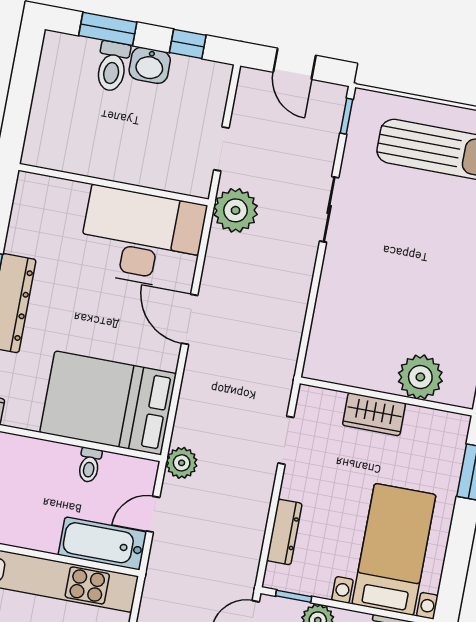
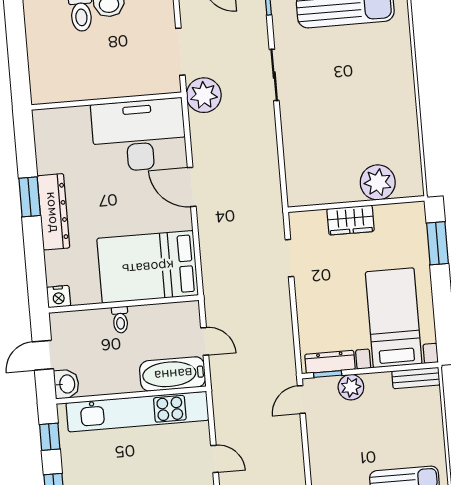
doorway: (221, 149) -> (180, 52), width x1.38
plant: (182, 463) -> (216, 297), removed
toilet: (89, 465) -> (120, 320), moved
door: (153, 514) -> (205, 341), swing flipped
dresser: (284, 532) -> (330, 362), moved, turned -90

